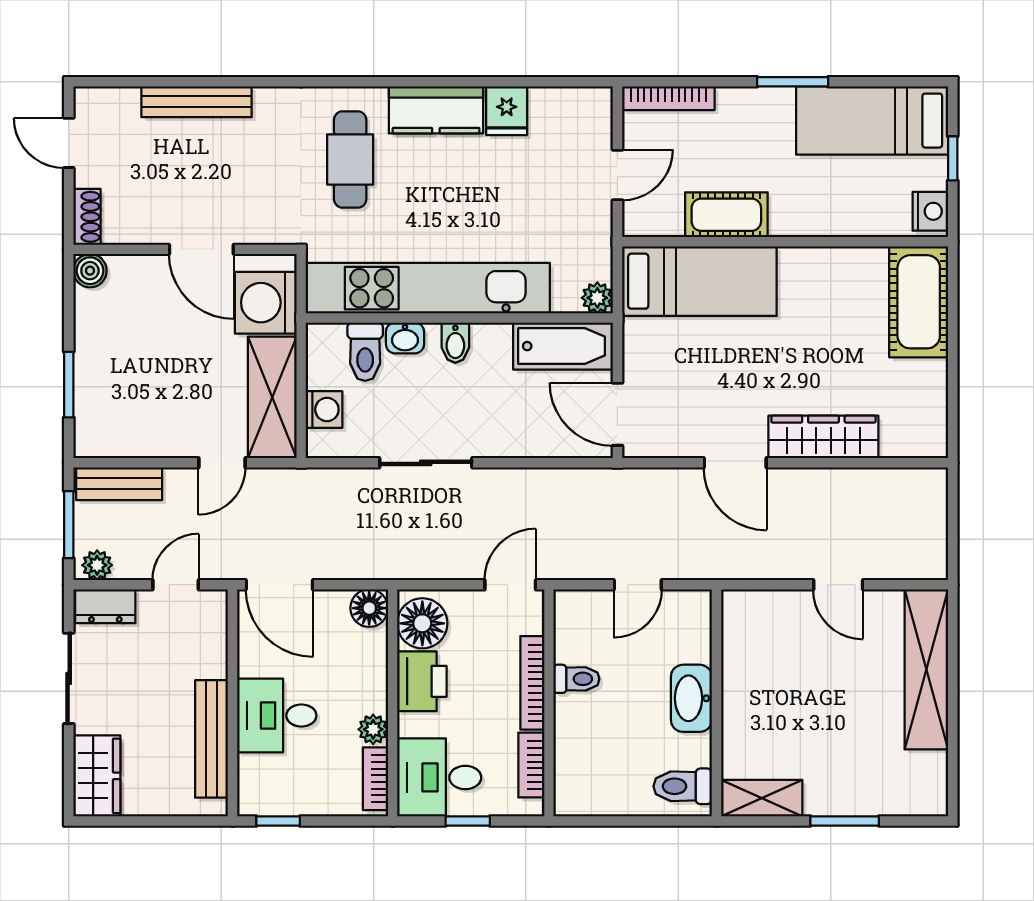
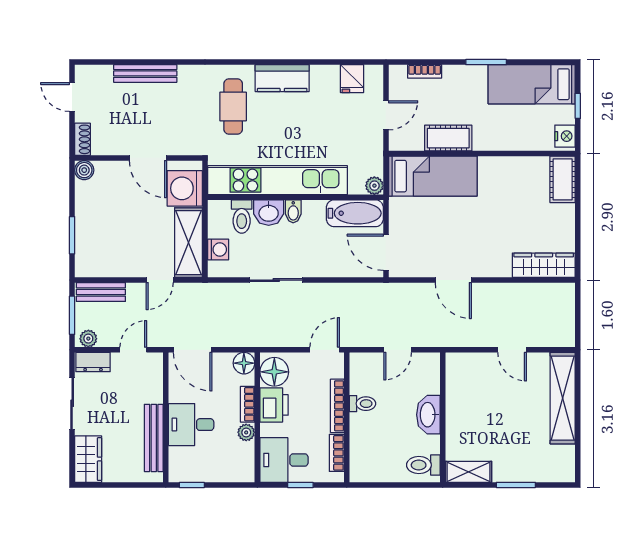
bookcase: (668, 98) -> (425, 71), width x0.64
fridge: (507, 111) -> (352, 79), moved
cot: (919, 302) -> (563, 179), width x0.73, depth x0.75
washbasin: (405, 338) -> (269, 213), width x1.38, depth x1.45
wardrobe: (823, 437) -> (544, 265), moved
bookcase: (375, 779) -> (248, 404), moved

